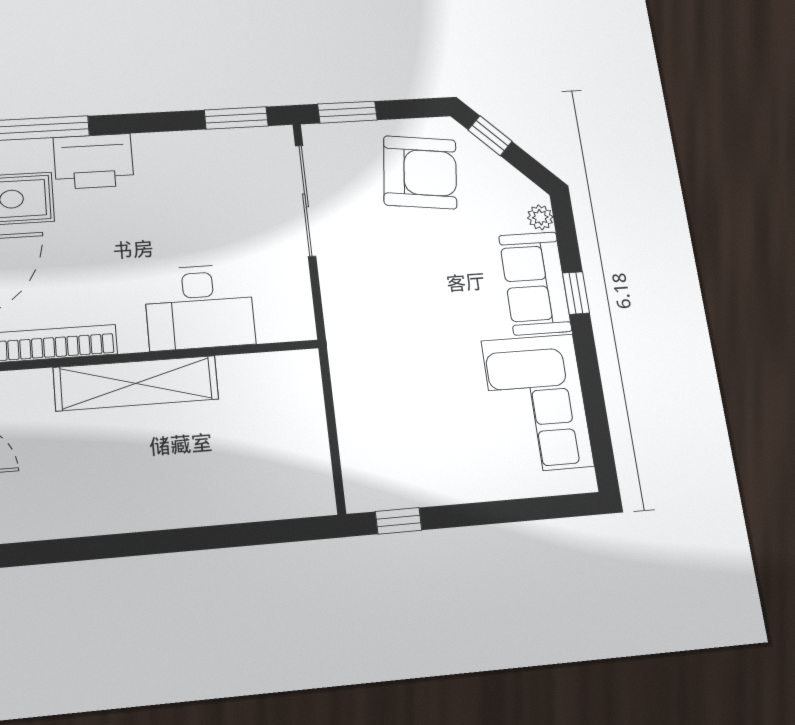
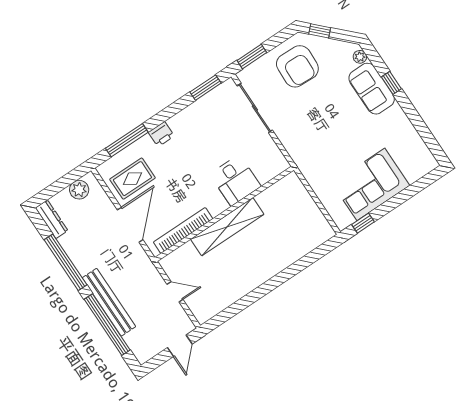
printer: (94, 161) -> (161, 134), width x0.53, depth x0.68
armchair: (420, 172) -> (297, 66), turned 85
desk: (199, 307) -> (235, 180), width x0.73
corner sofa: (537, 403) -> (371, 184), moved, turned 90

